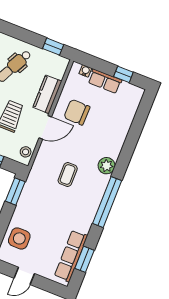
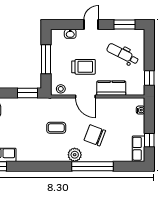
row of seats: (105, 81) -> (139, 149), moved
chair: (77, 112) -> (95, 135), moved, turned -70
window: (107, 202) -> (93, 166), moved

